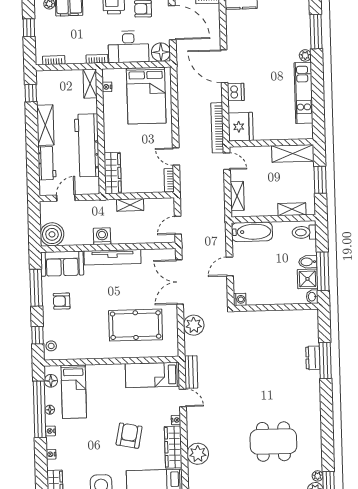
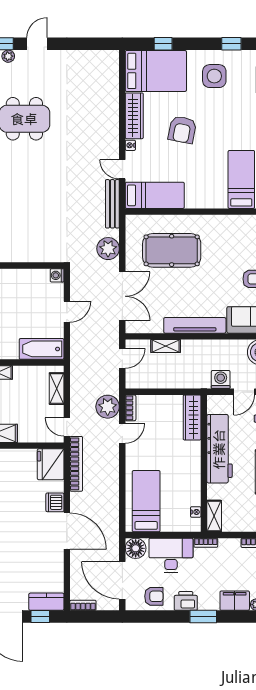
bed: (146, 96) -> (146, 501), width x0.67
door: (176, 157) -> (122, 434), hinge flipped
shelving: (130, 205) -> (166, 346), moved
washing machine: (102, 236) -> (221, 380), moved, turned 180
bench: (191, 372) -> (112, 204), width x1.36
plant: (198, 454) -> (108, 407), moved

